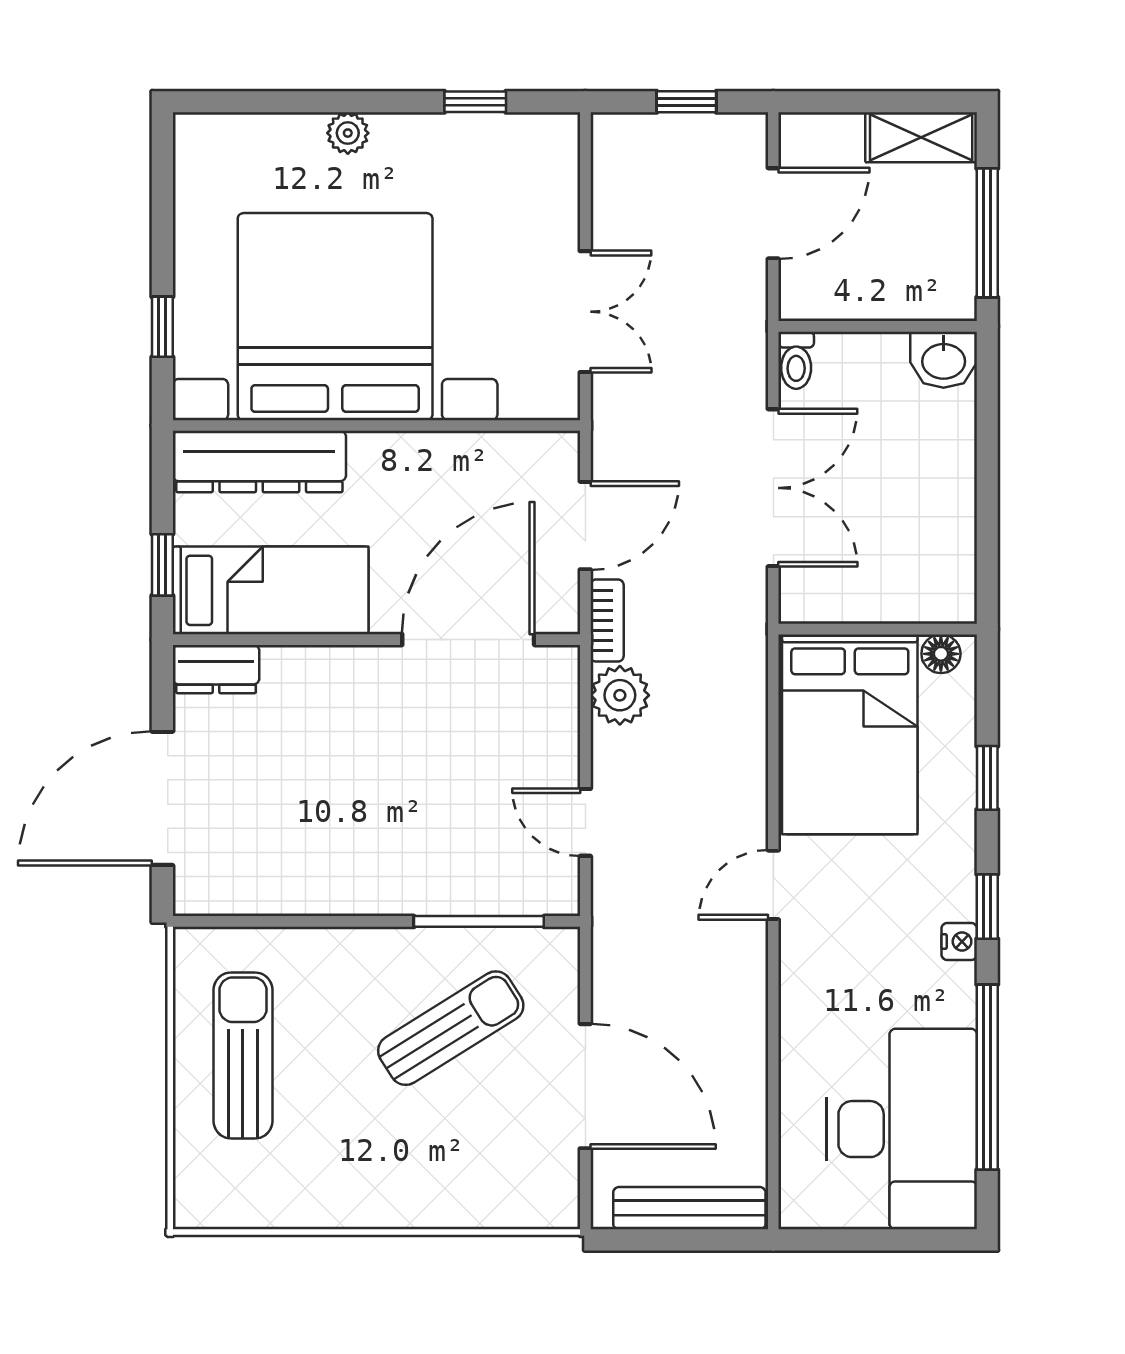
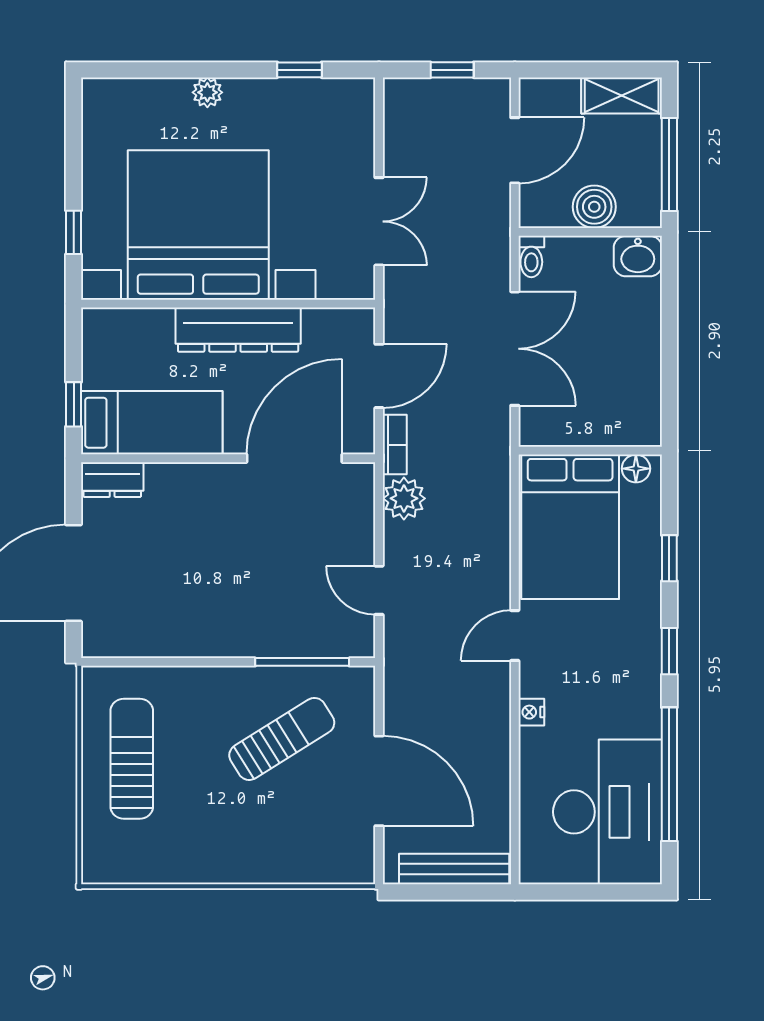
boiler: (883, 291) -> (594, 207), added
dresser: (259, 462) -> (238, 330), moved
nightstand: (959, 941) -> (531, 712), moved, turned 180

